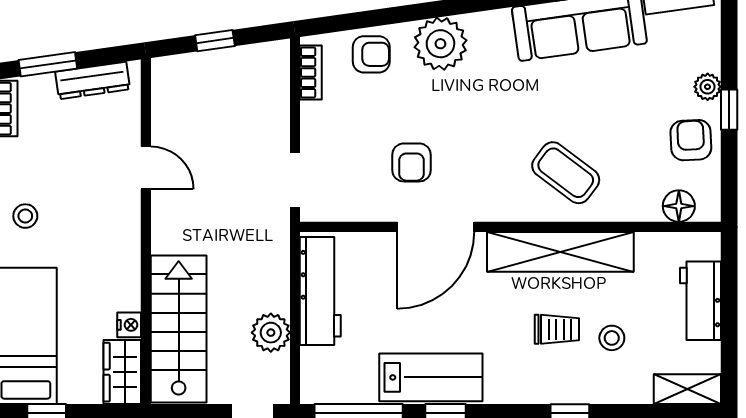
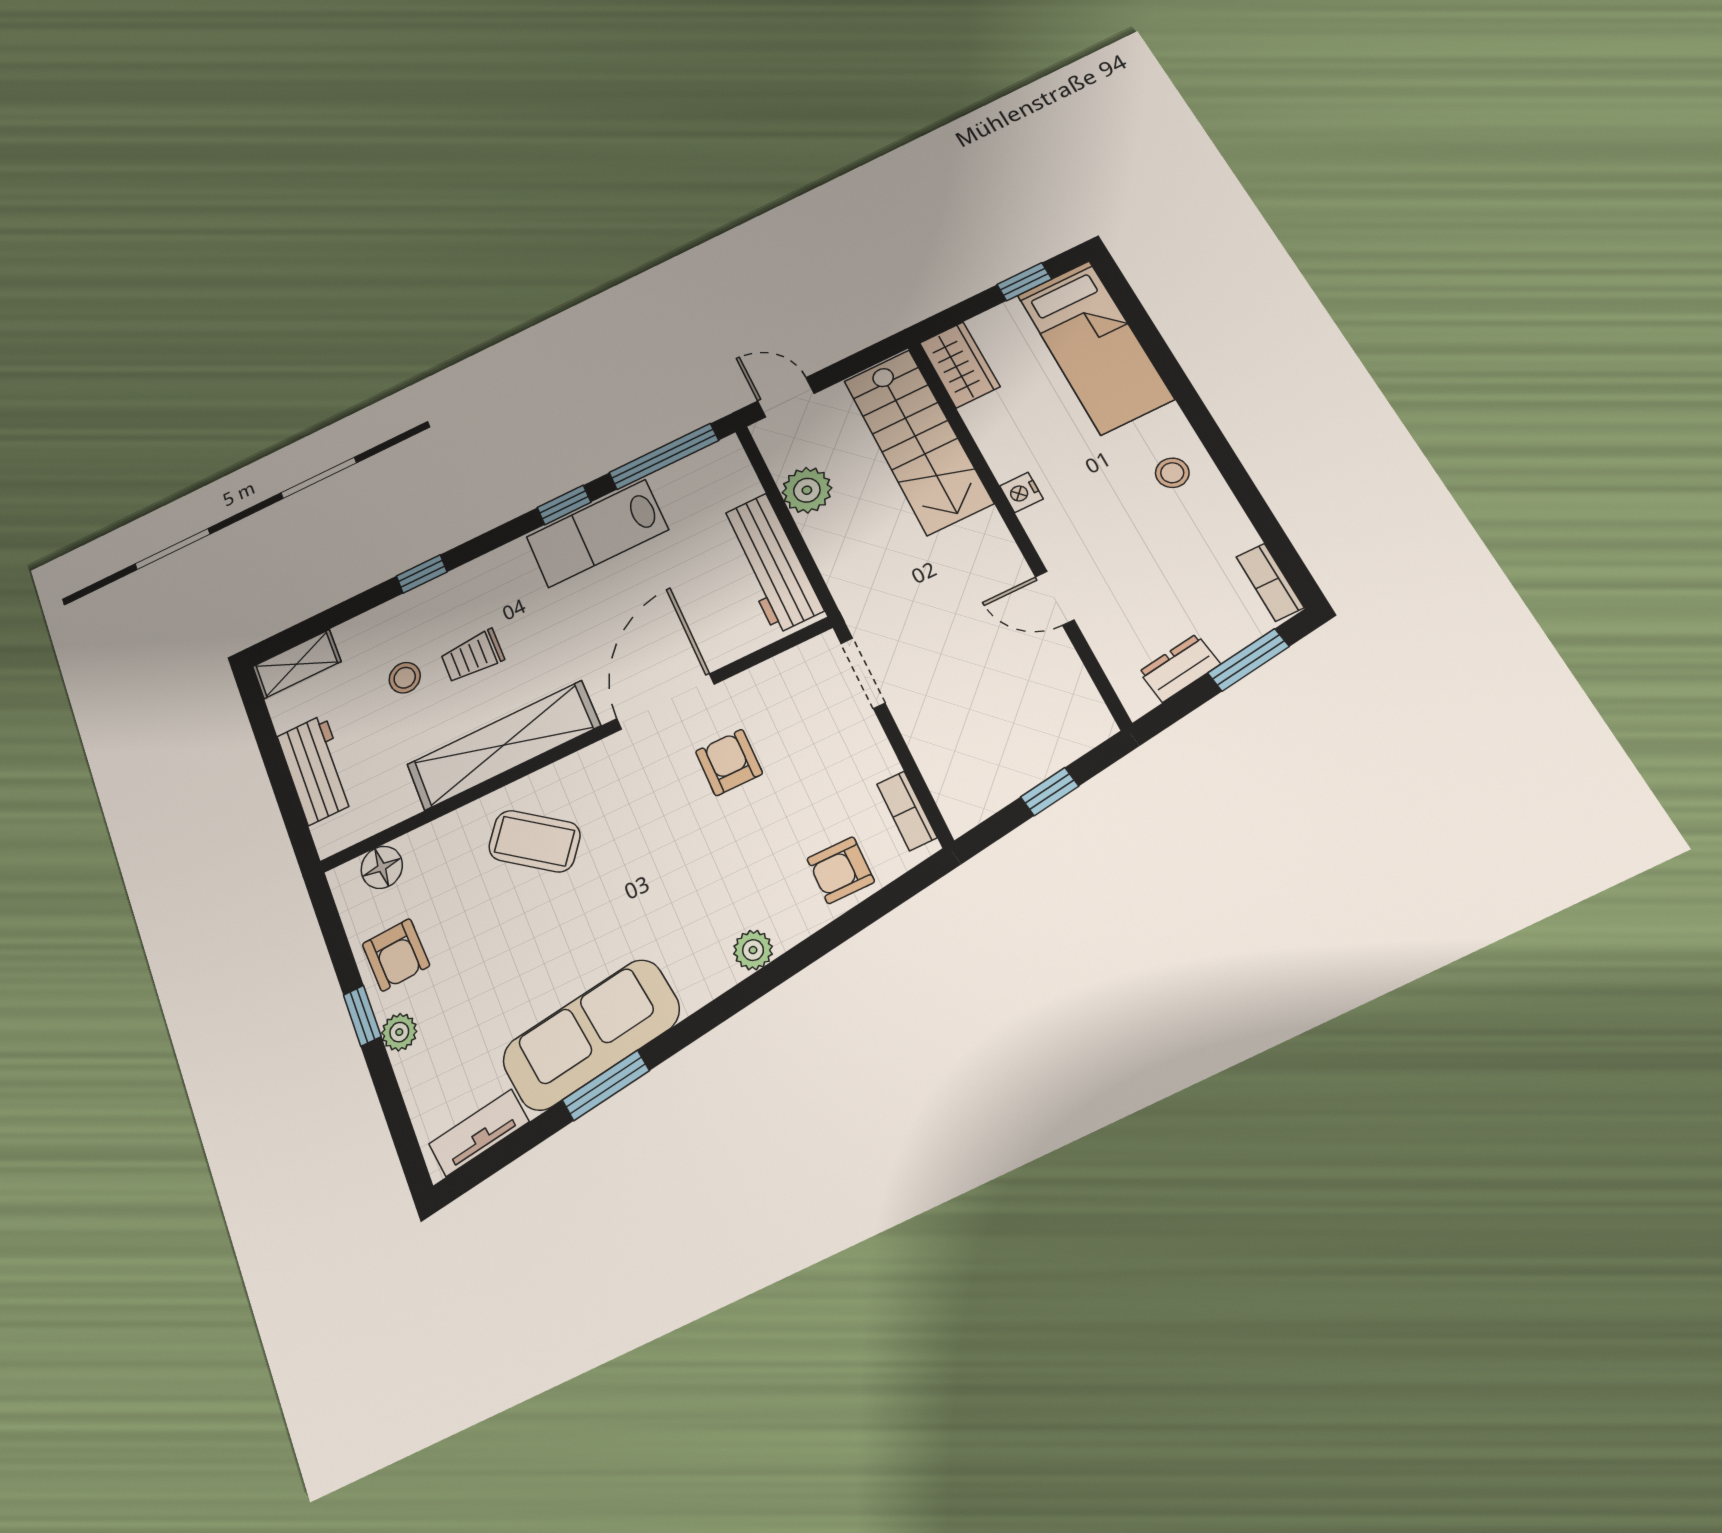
plant: (440, 44) -> (753, 950), width x0.53, depth x0.53
dresser: (93, 80) -> (1180, 668), width x0.70
nightstand: (129, 325) -> (1021, 492), moved

